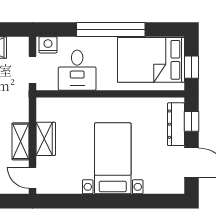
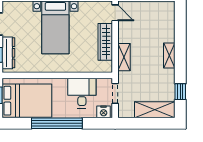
wardrobe: (46, 139) -> (105, 42), width x1.50
shelving: (21, 141) -> (124, 57), moved

